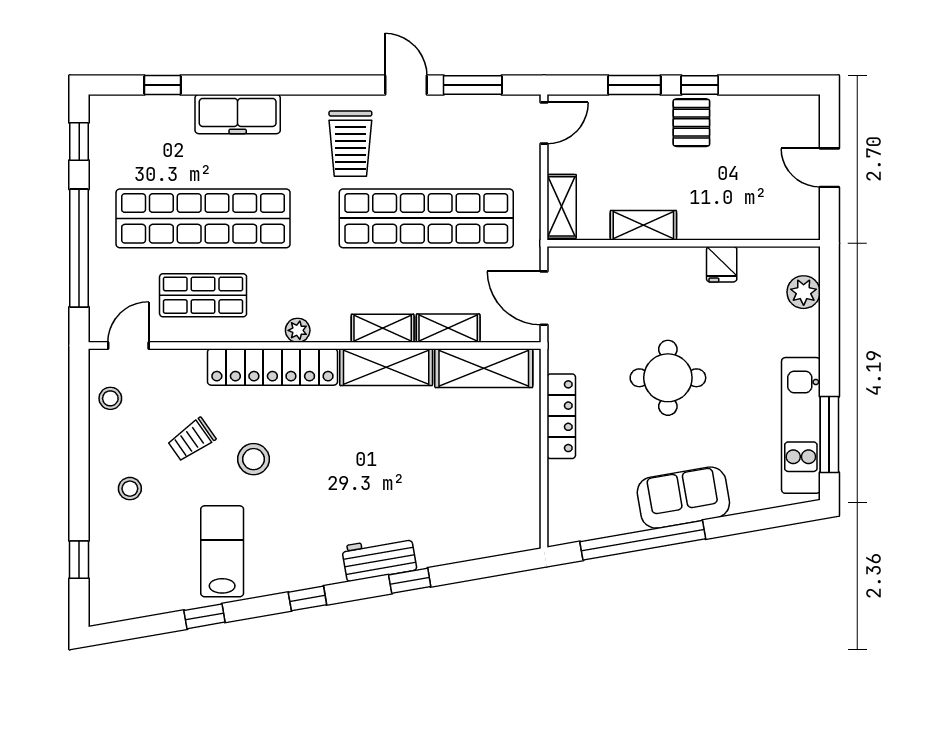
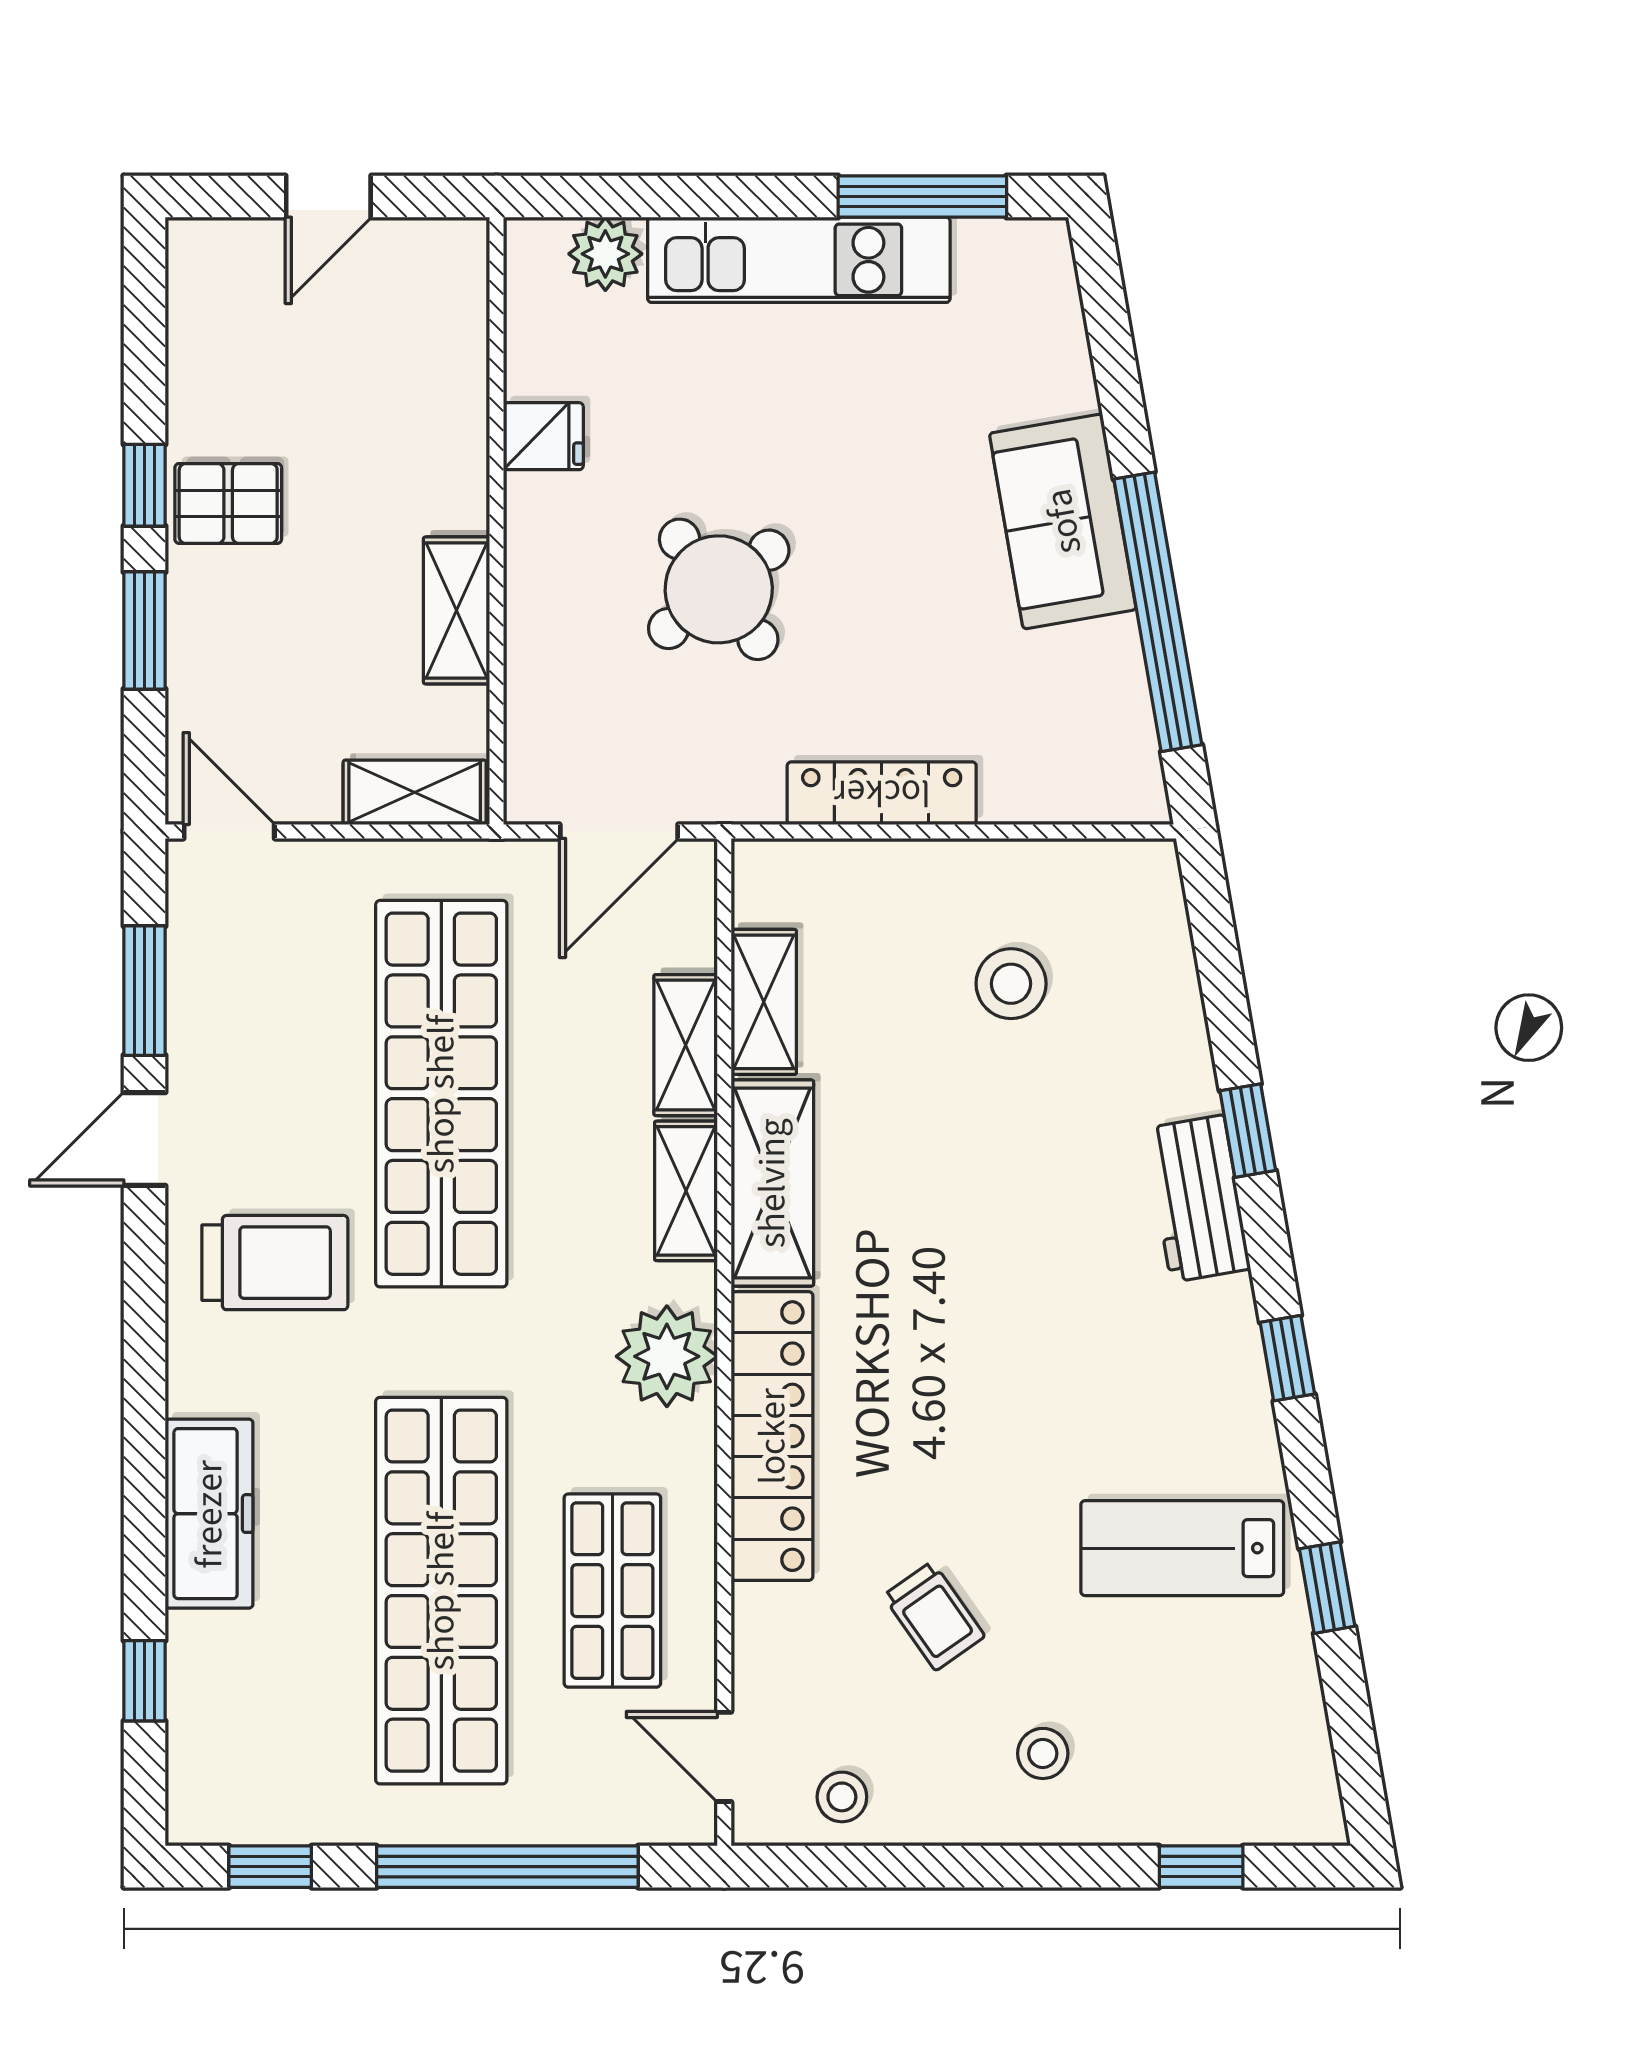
plant: (298, 330) -> (667, 1356), width x1.88, depth x1.88
shelving: (484, 368) -> (764, 1002), width x0.67, depth x0.75
round table: (668, 378) -> (719, 589), moved, turned -38
kitchen unit: (801, 425) -> (799, 260), moved
stool: (254, 459) -> (1011, 984), moved

